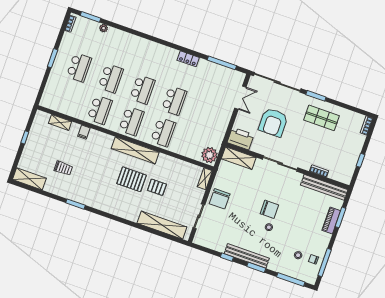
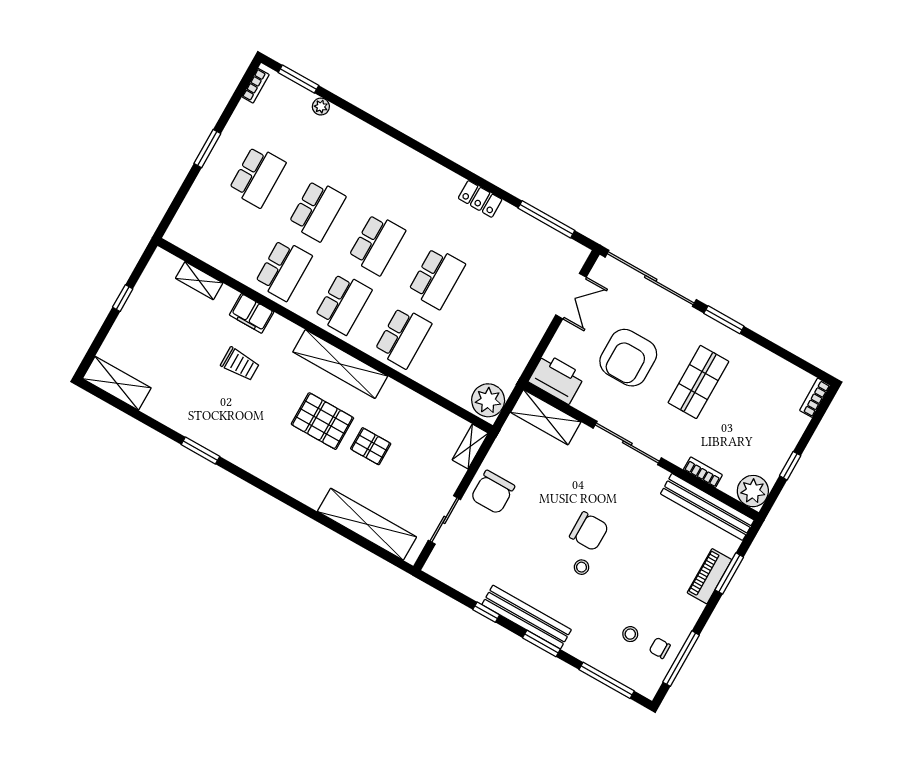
shop shelf: (322, 118) -> (698, 382), moved, turned 90
filing cabinet: (84, 132) -> (252, 313), width x2.00
trolley: (63, 168) -> (240, 364), moved
plant: (345, 176) -> (753, 491), added

